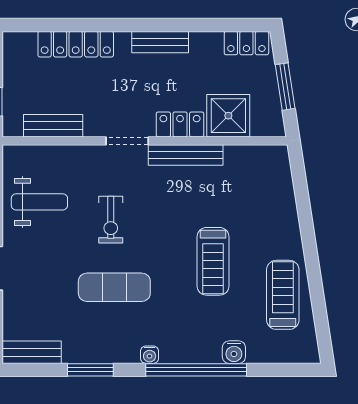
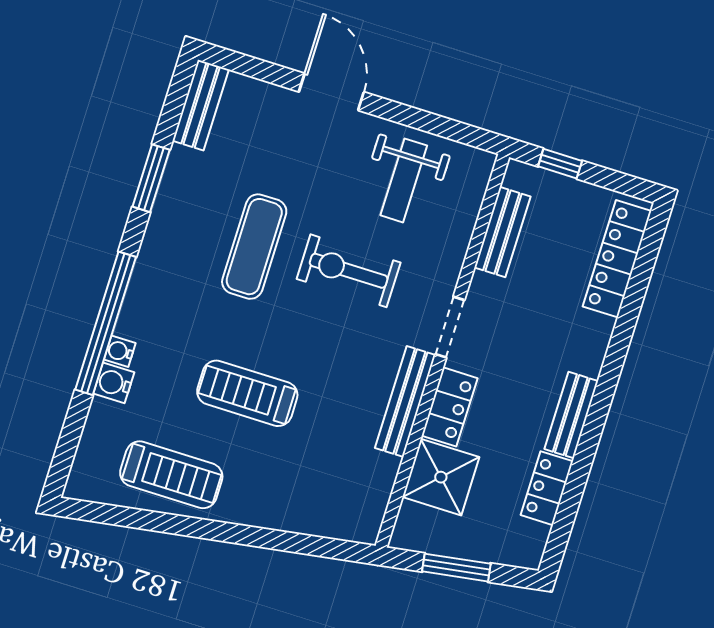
locker: (246, 43) -> (547, 488), moved
locker: (76, 44) -> (617, 259), moved
exercise bike: (111, 220) -> (349, 271), width x1.38, depth x1.39
water cooler: (150, 355) -> (120, 351), moved

